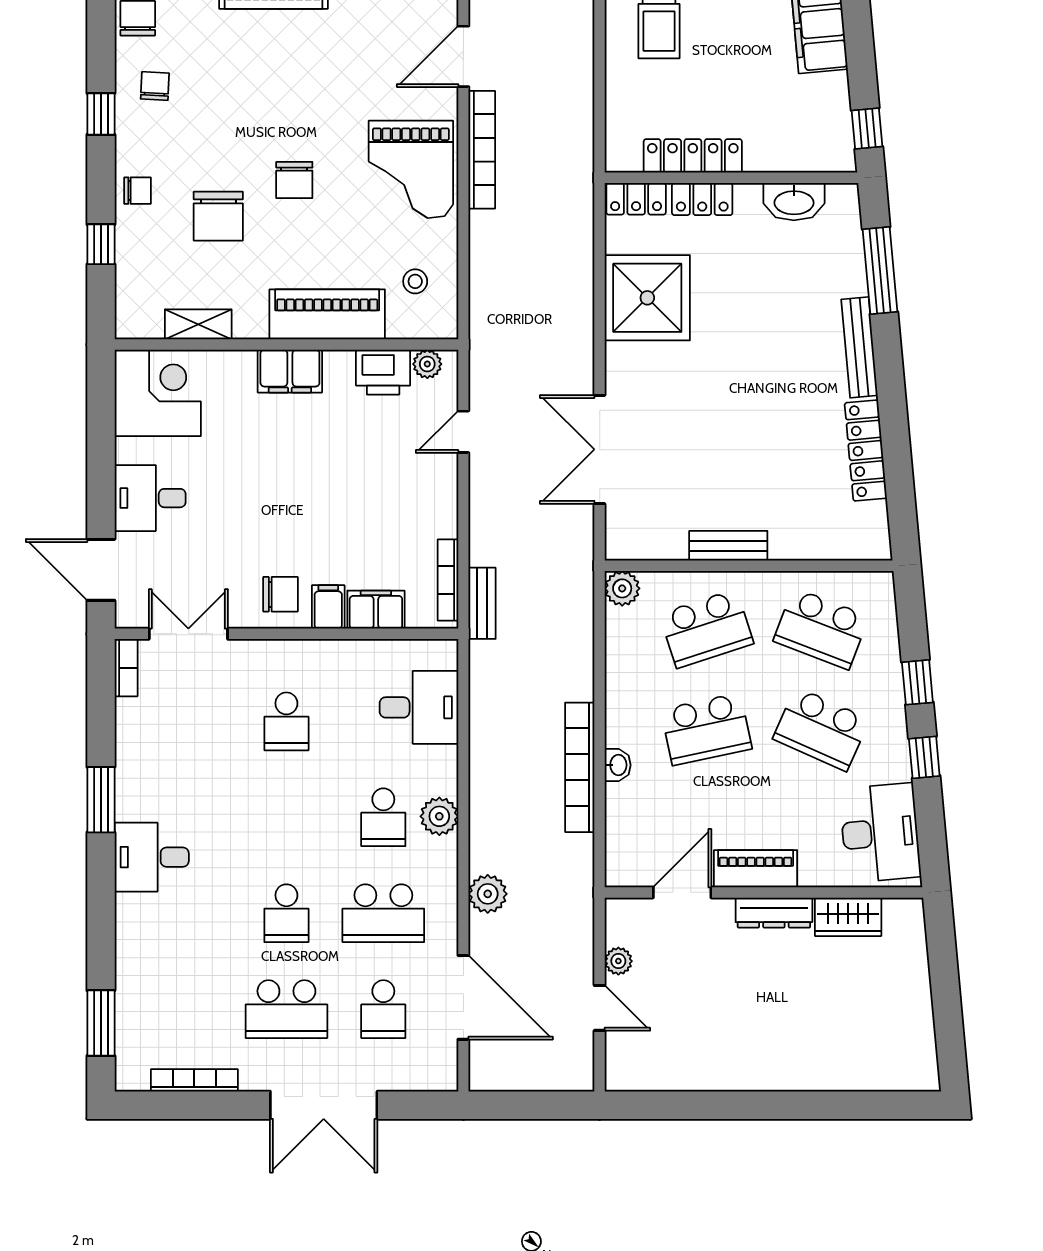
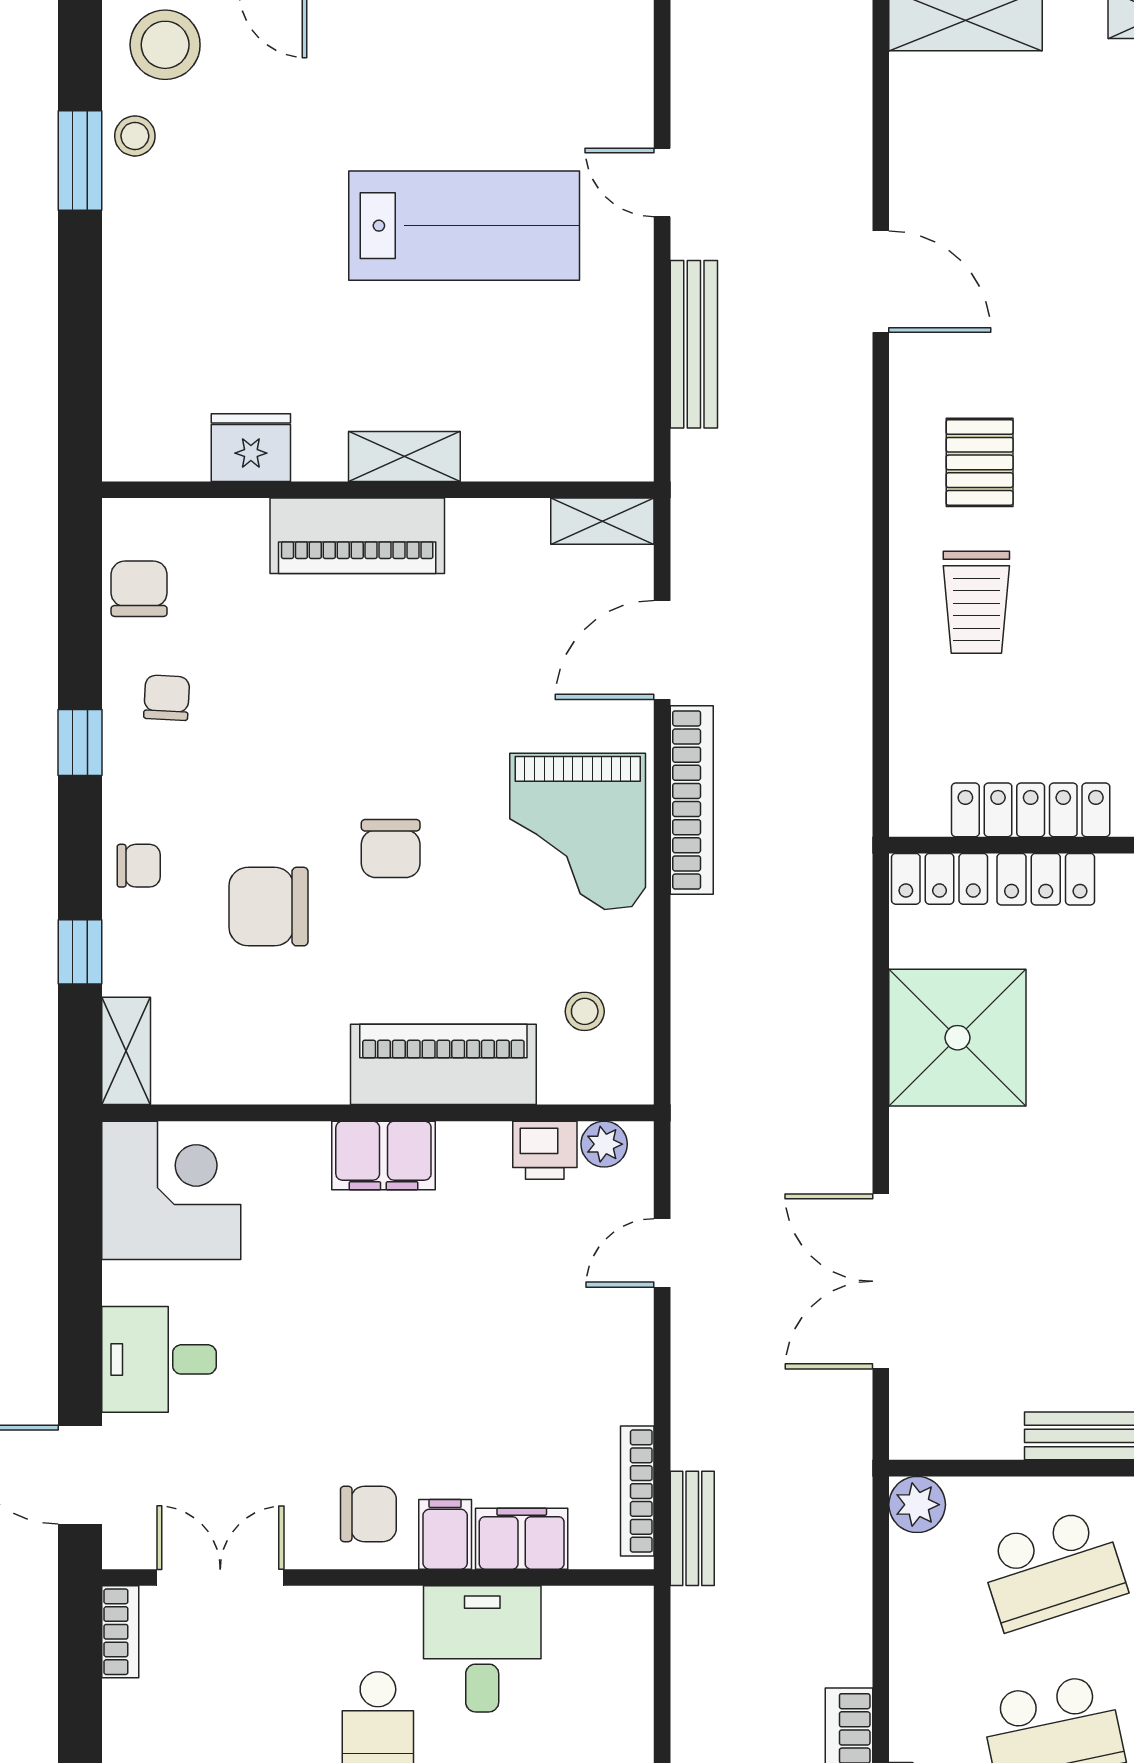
chair: (218, 216) -> (268, 907), turned 90
shelving: (198, 324) -> (126, 1051), moved, turned 90
printer: (383, 372) -> (545, 1150), width x0.73, depth x0.81
desk: (419, 707) -> (482, 1649), moved, turned -90

